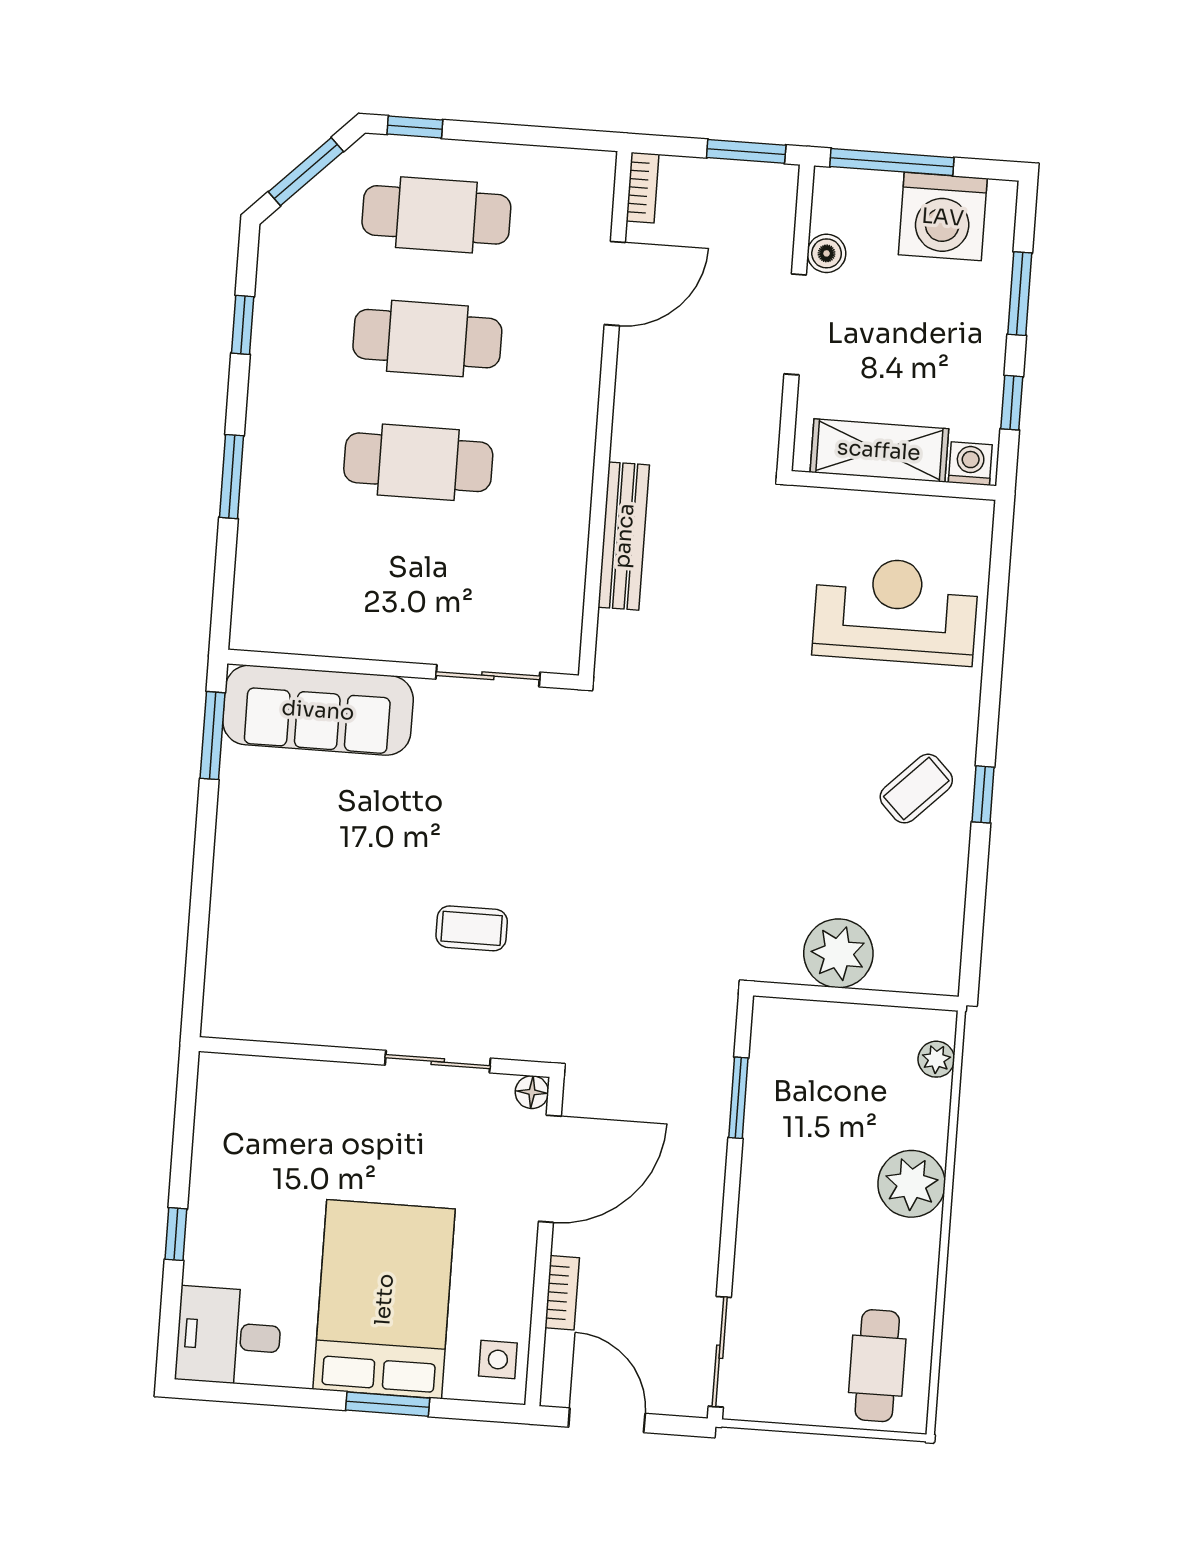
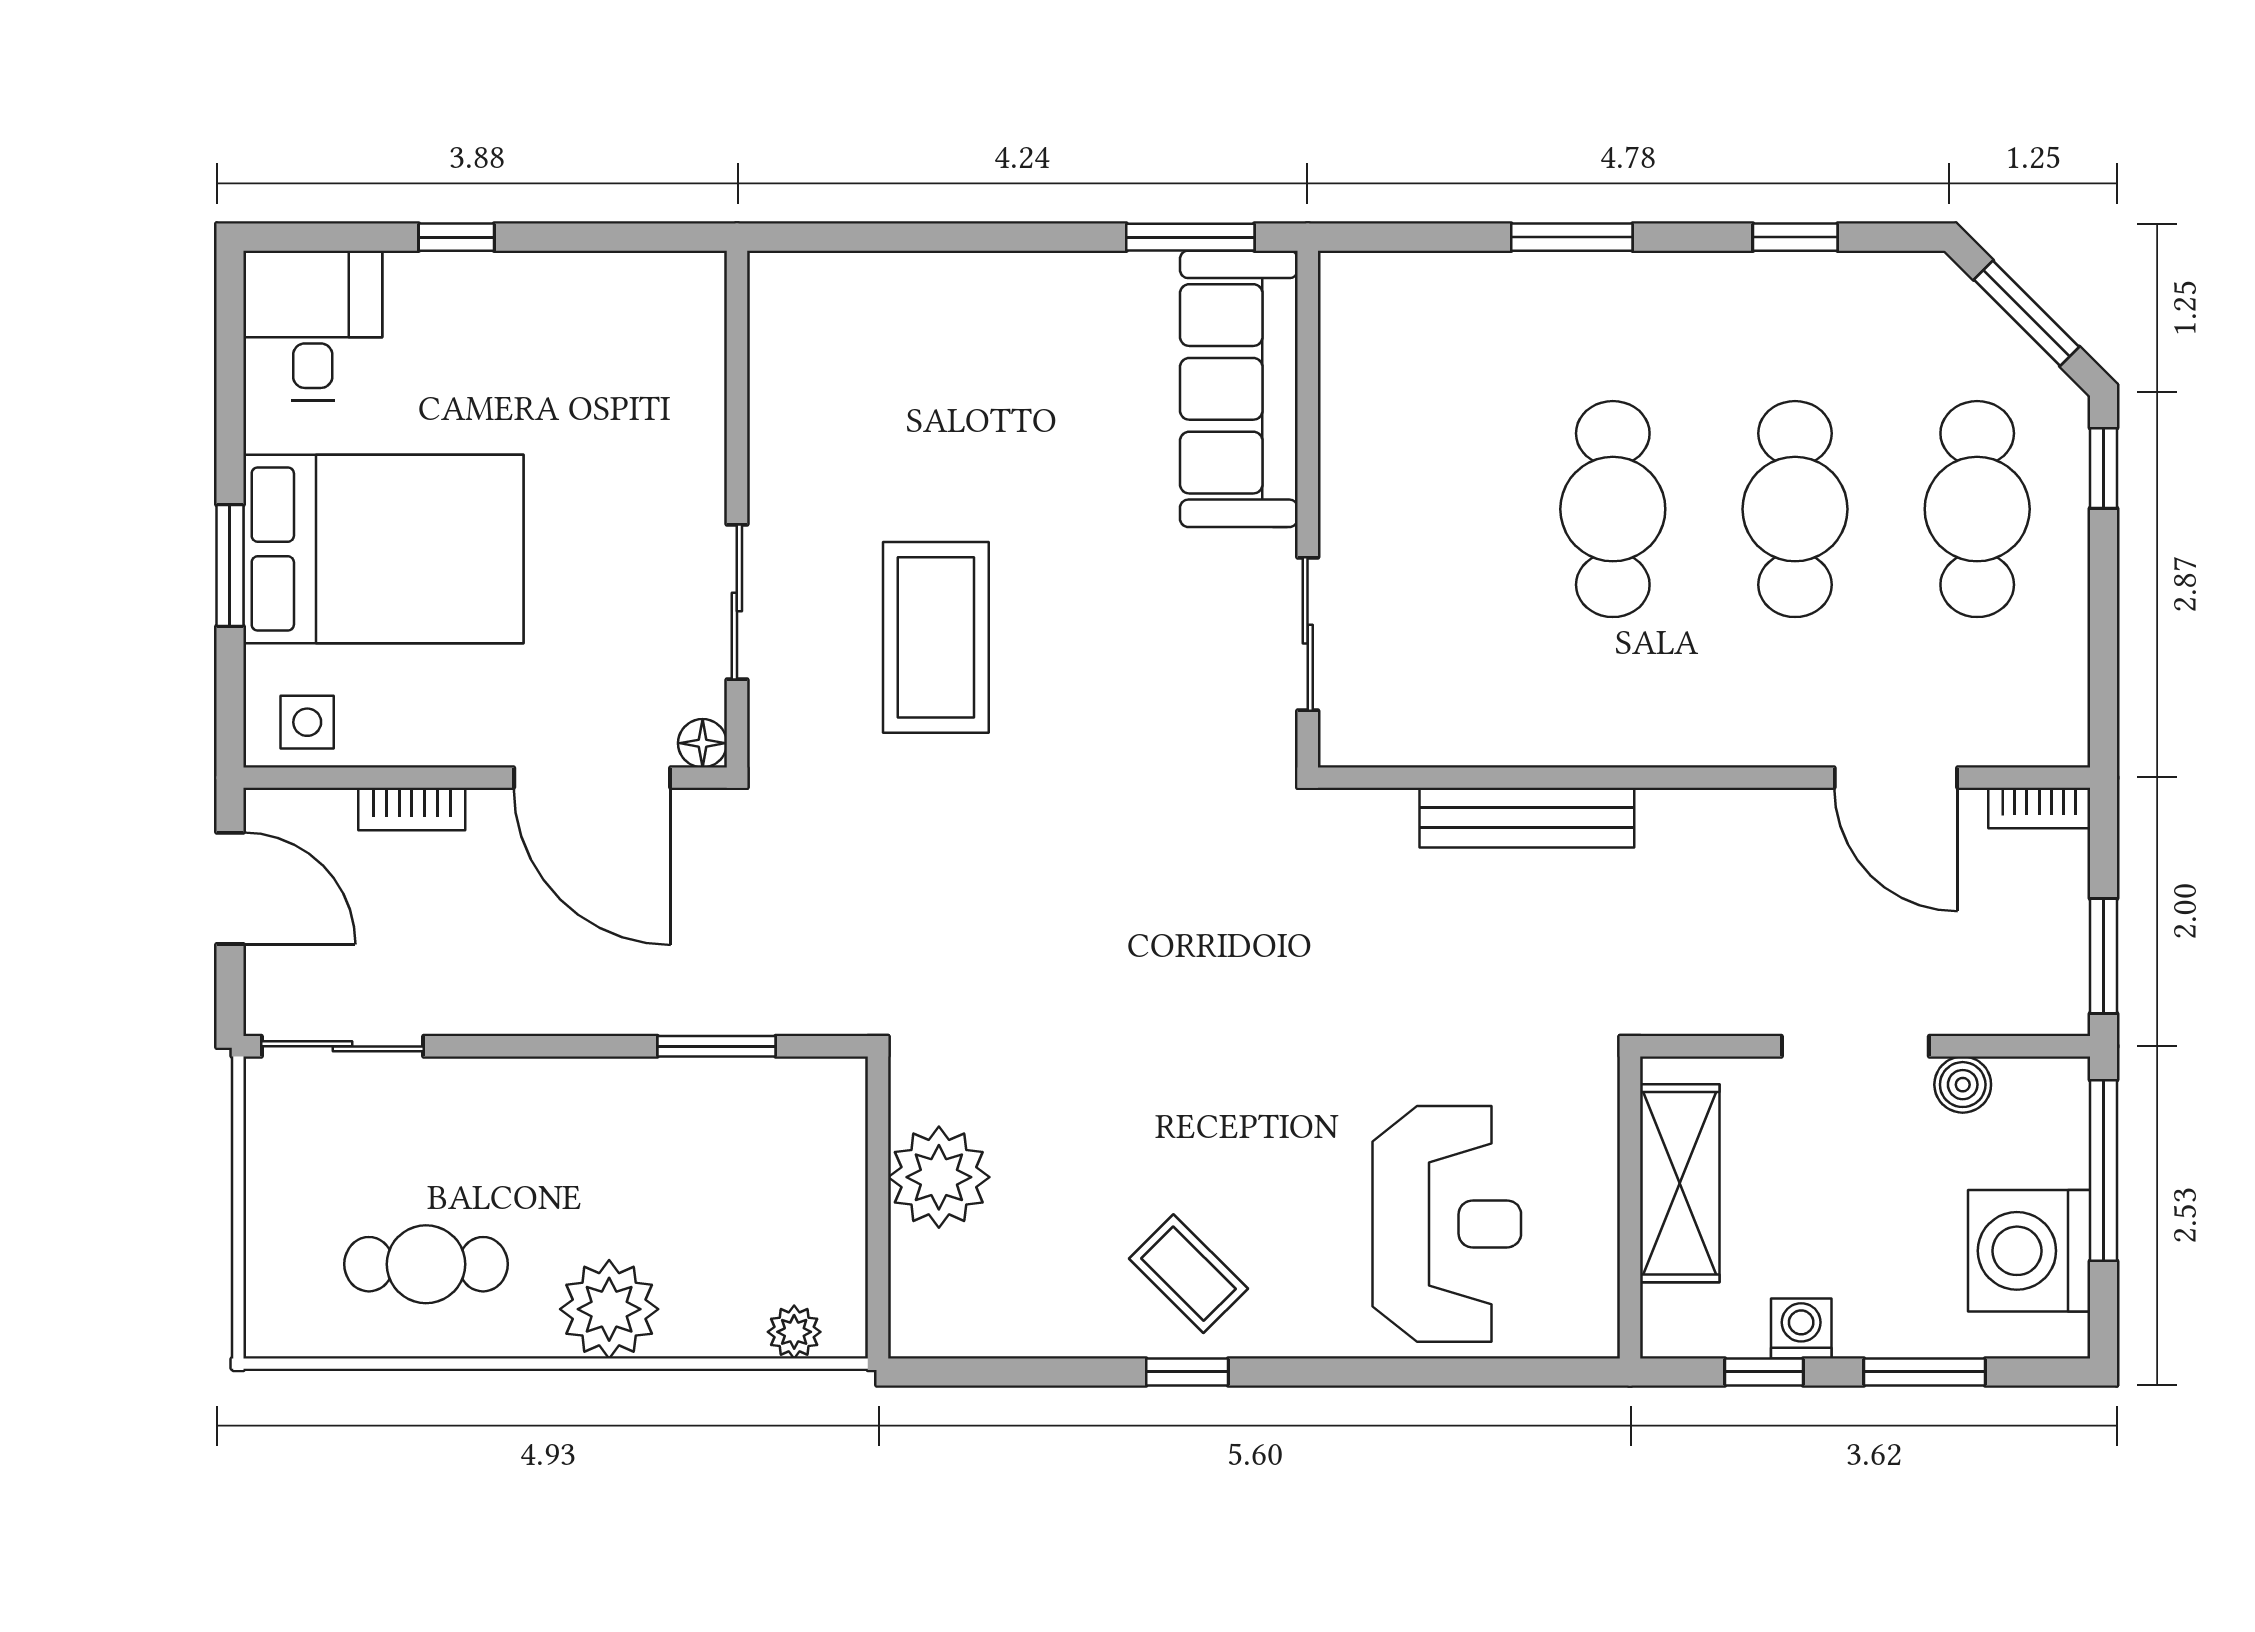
washing machine: (970, 464) -> (1801, 1328), moved, turned -90
coffee table: (472, 928) -> (936, 637), width x1.86, depth x1.72
cafe table: (877, 1366) -> (426, 1264), moved
door: (607, 1420) -> (230, 888), hinge flipped

